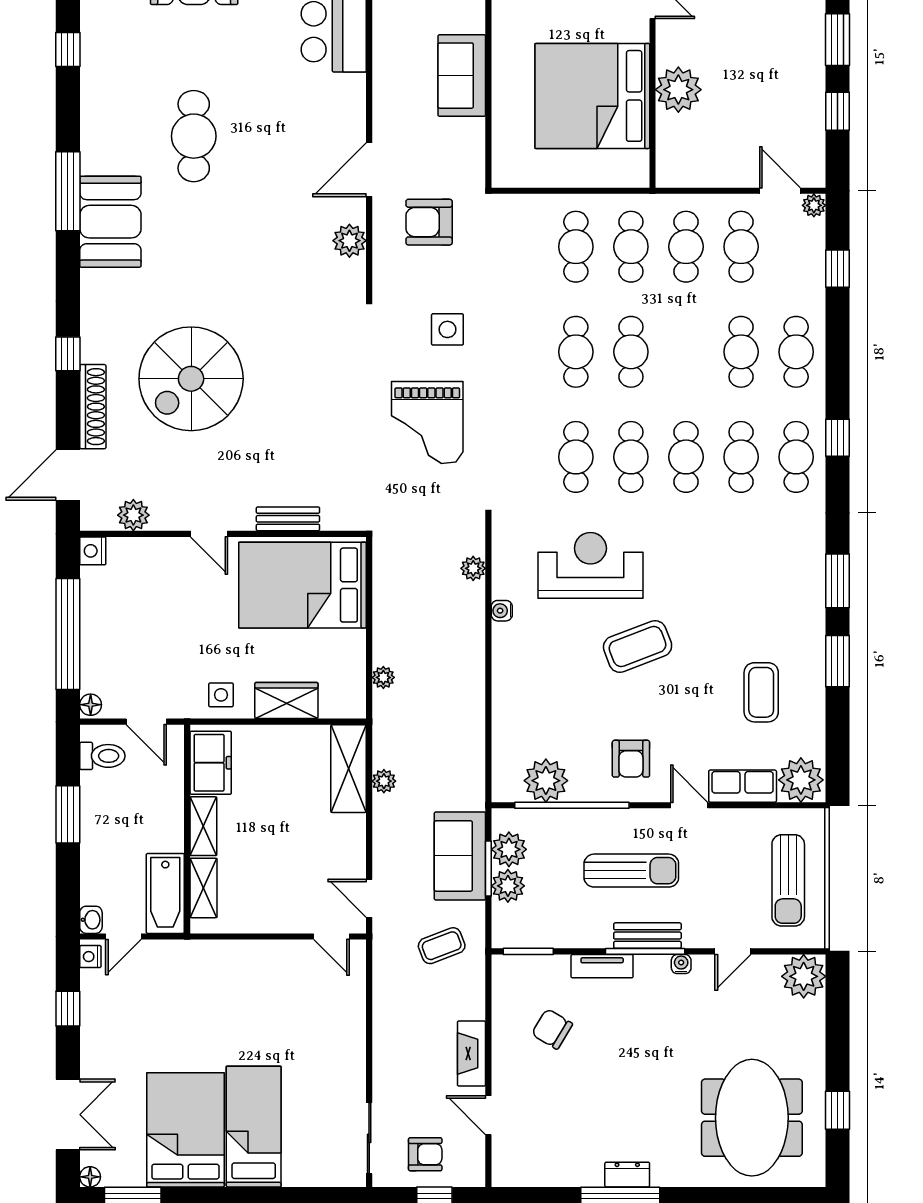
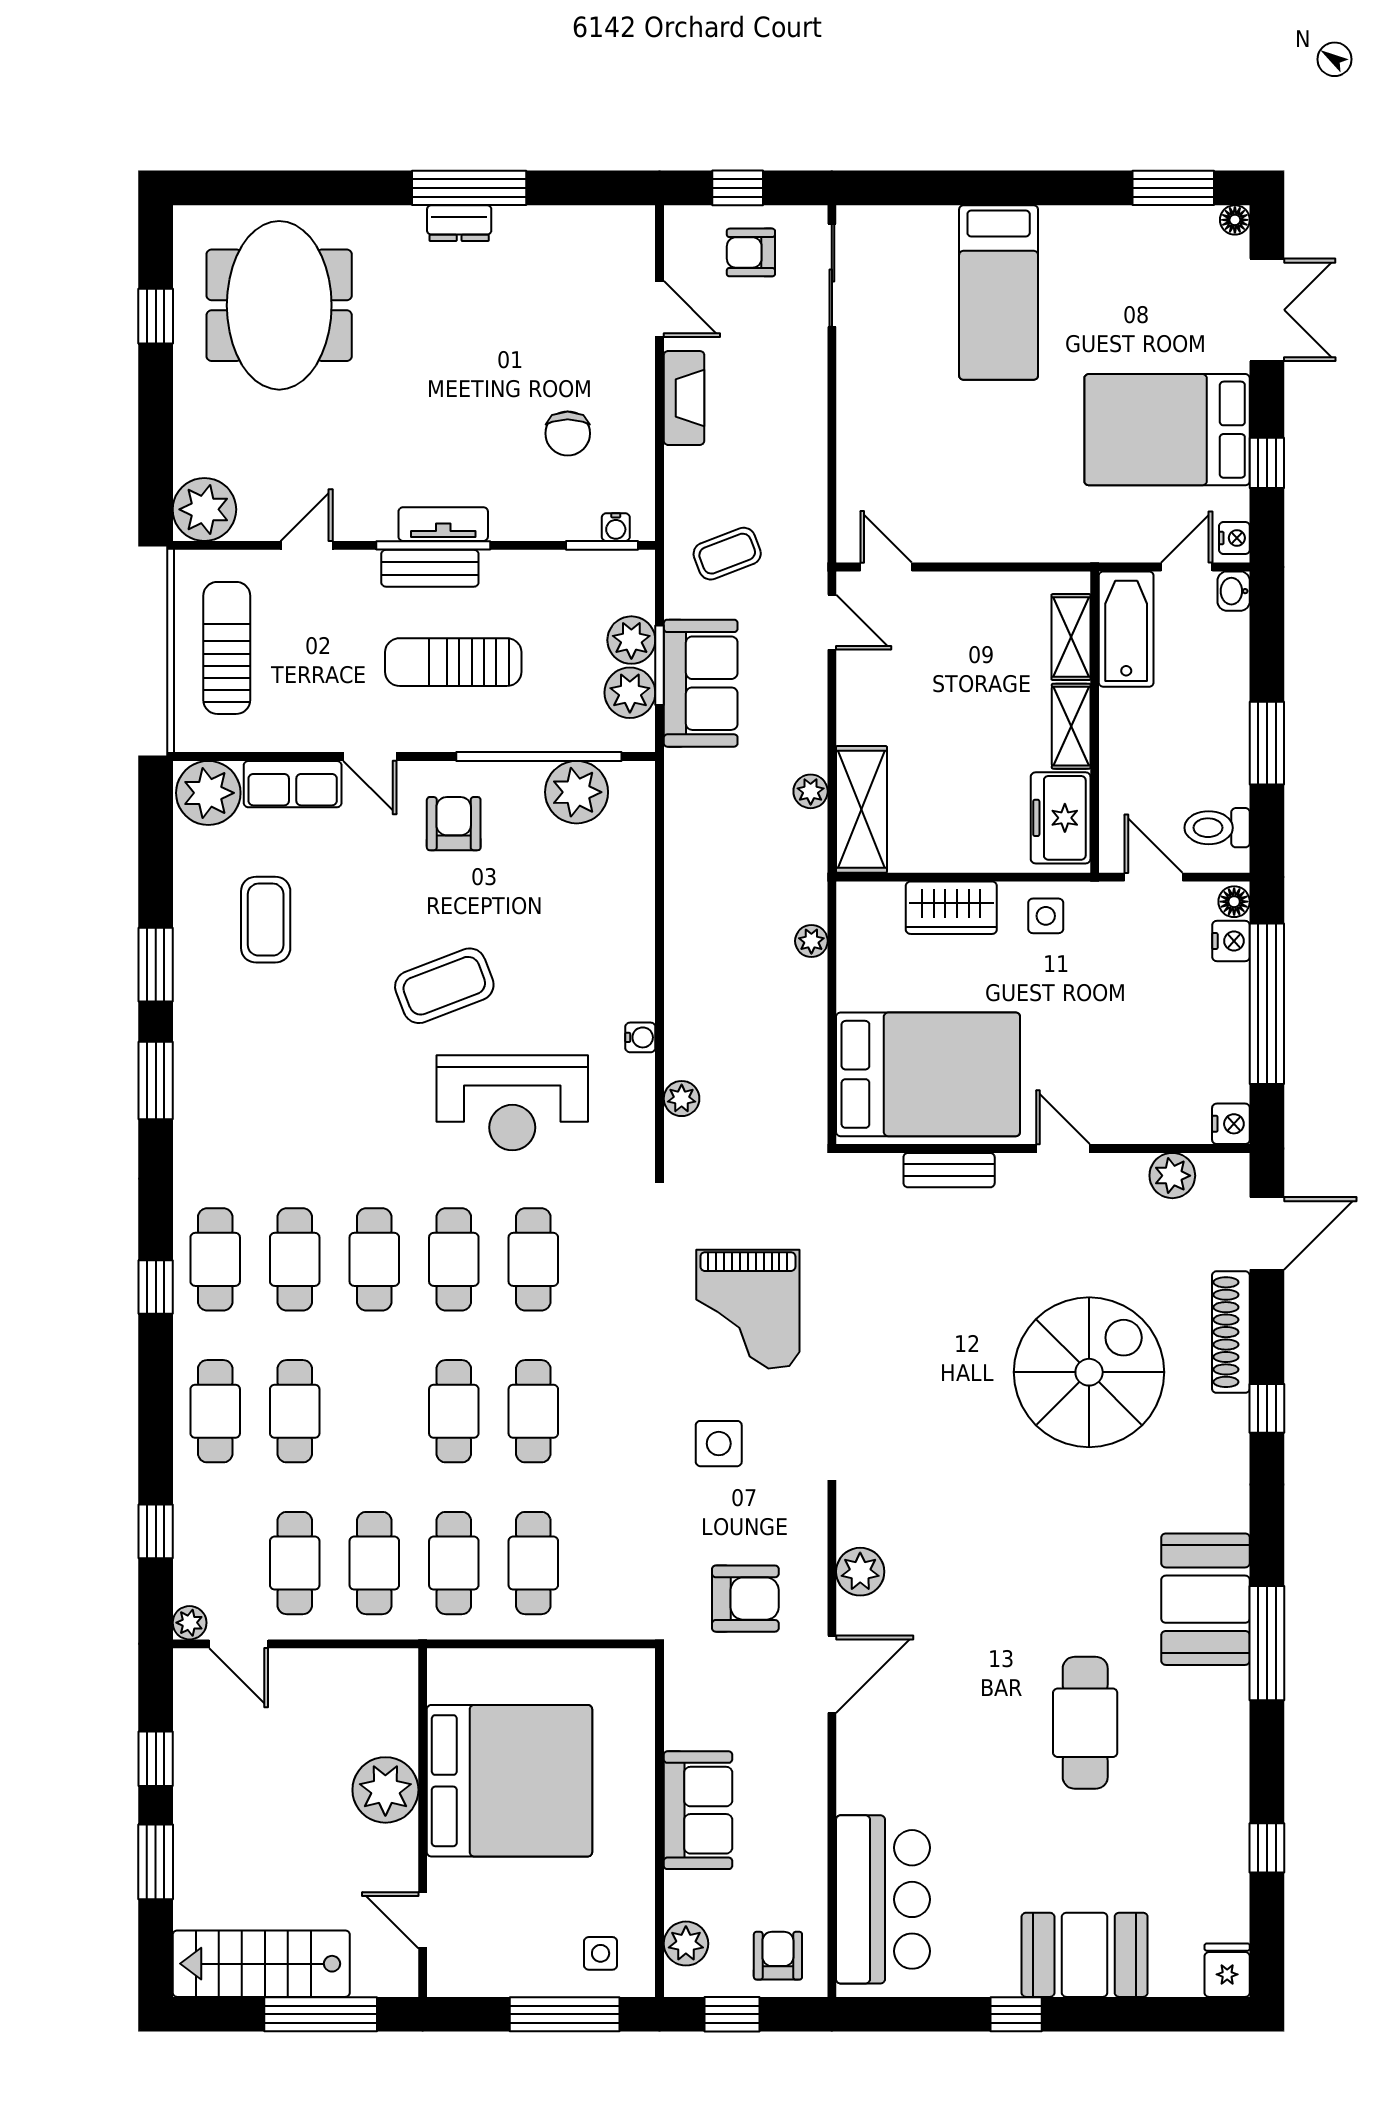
grand piano: (427, 423) -> (748, 1309), turned 180
nightstand: (93, 677) -> (1231, 941), added
water cooler: (681, 964) -> (616, 527), moved
tv unit: (602, 966) -> (443, 524), moved
chair: (552, 1029) -> (568, 433), turned 59
double door: (68, 1115) -> (1267, 310), swing flipped
bed: (185, 1130) -> (1167, 430), moved, turned 90

